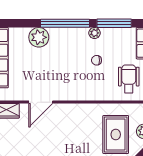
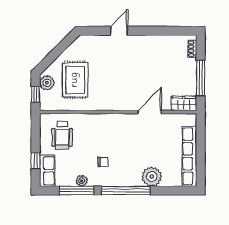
plant: (95, 33) -> (82, 181), moved
chair: (97, 60) -> (103, 162), moved

